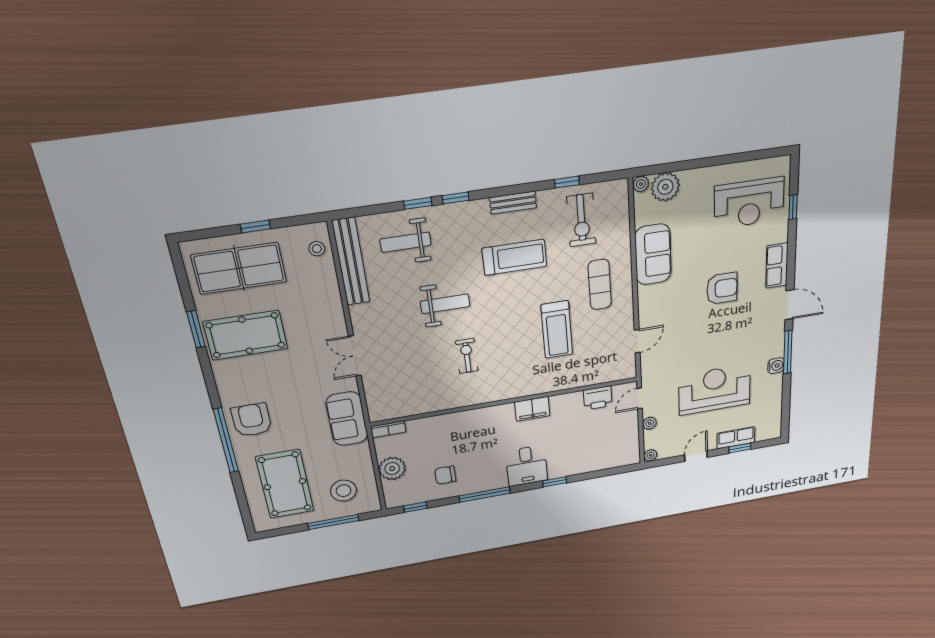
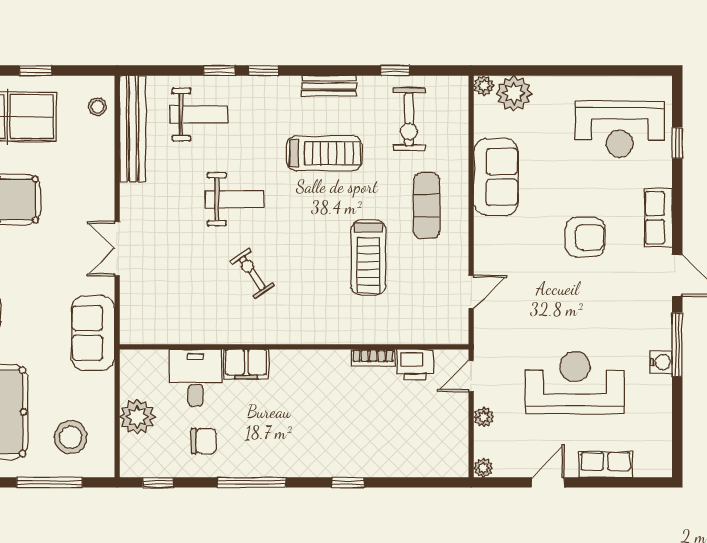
weight bench: (406, 242) -> (199, 115), turned 180
exercise bike: (467, 356) -> (252, 273), turned -34
filing cabinet: (532, 409) -> (246, 364), moved
bookcase: (388, 429) -> (373, 358), moved
window: (740, 448) -> (612, 482), removed
desk: (527, 466) -> (196, 378), moved, turned 180
chair: (445, 475) -> (204, 441), turned 180

